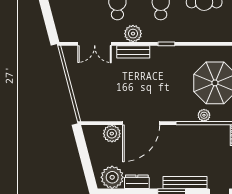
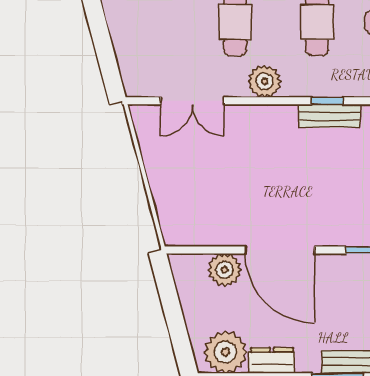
bench: (133, 52) -> (329, 116), moved
door: (141, 123) -> (280, 250), hinge flipped

